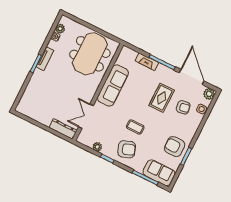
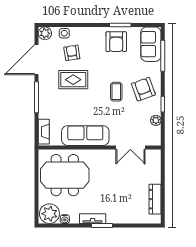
plant: (60, 29) -> (49, 214), width x1.88, depth x1.88
fireplace: (147, 62) -> (44, 132), moved
dresser: (63, 129) -> (155, 199), moved

